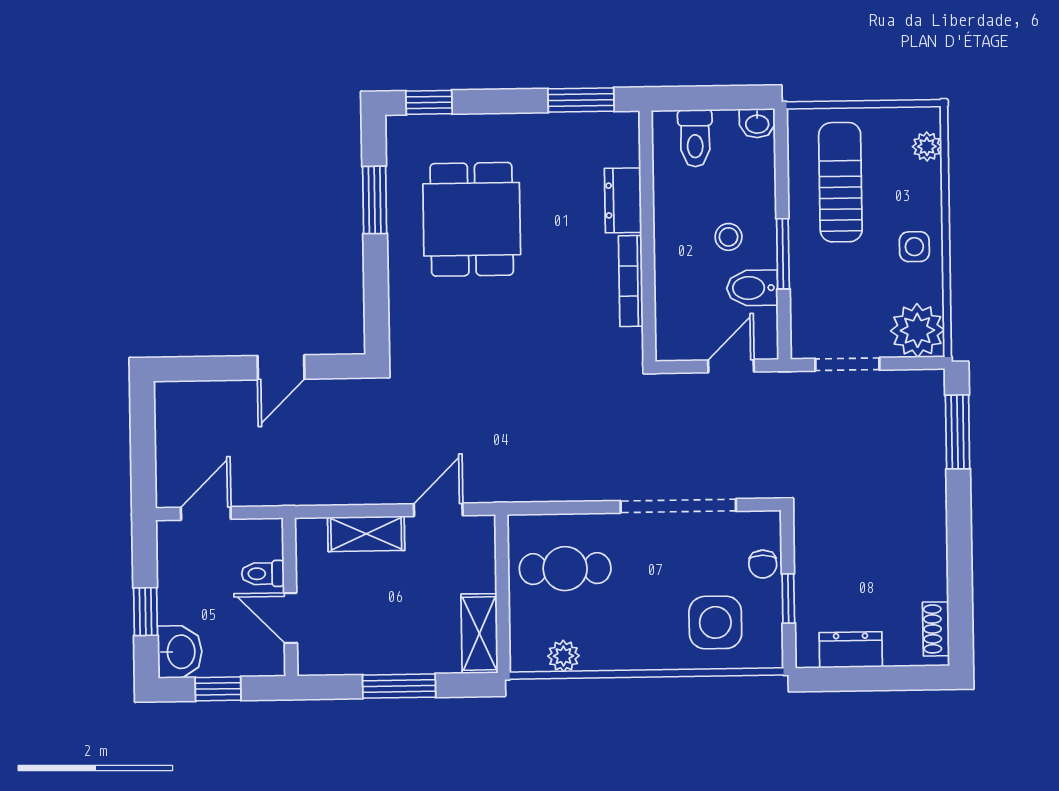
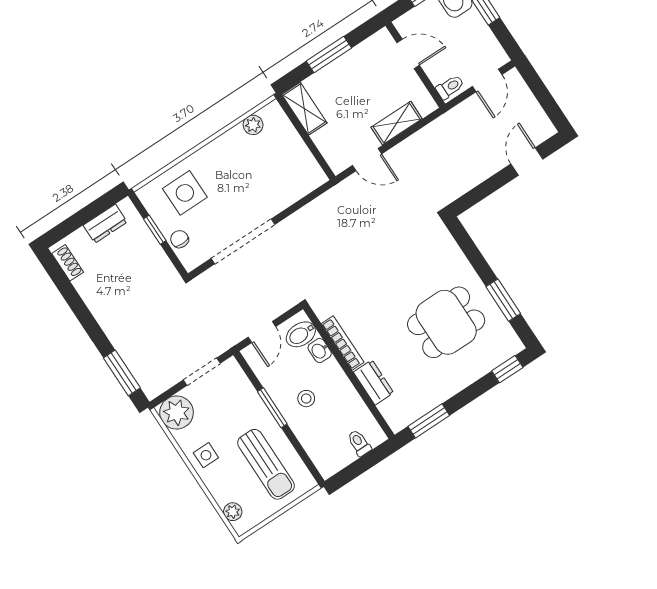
washbasin: (757, 123) -> (320, 351), moved, turned -90
toilet: (695, 138) -> (359, 443), width x0.73, depth x0.72
dining table: (472, 219) -> (446, 322), turned 90
bidet: (752, 288) -> (301, 334), moved, turned 180
door: (281, 367) -> (527, 162), moved
door: (438, 510) -> (367, 160), hinge flipped
cafe table: (565, 569) -> (281, 171), removed
toilet: (263, 574) -> (450, 87), moved

